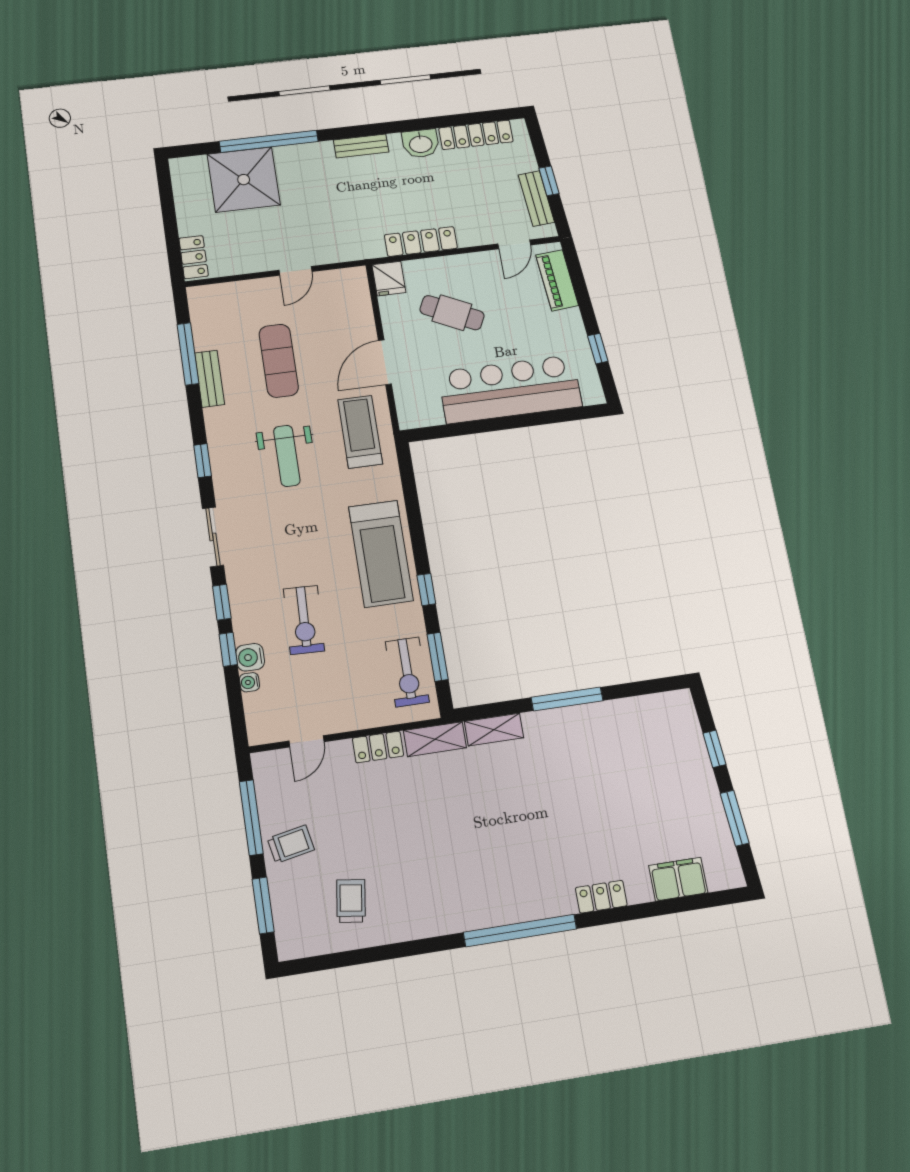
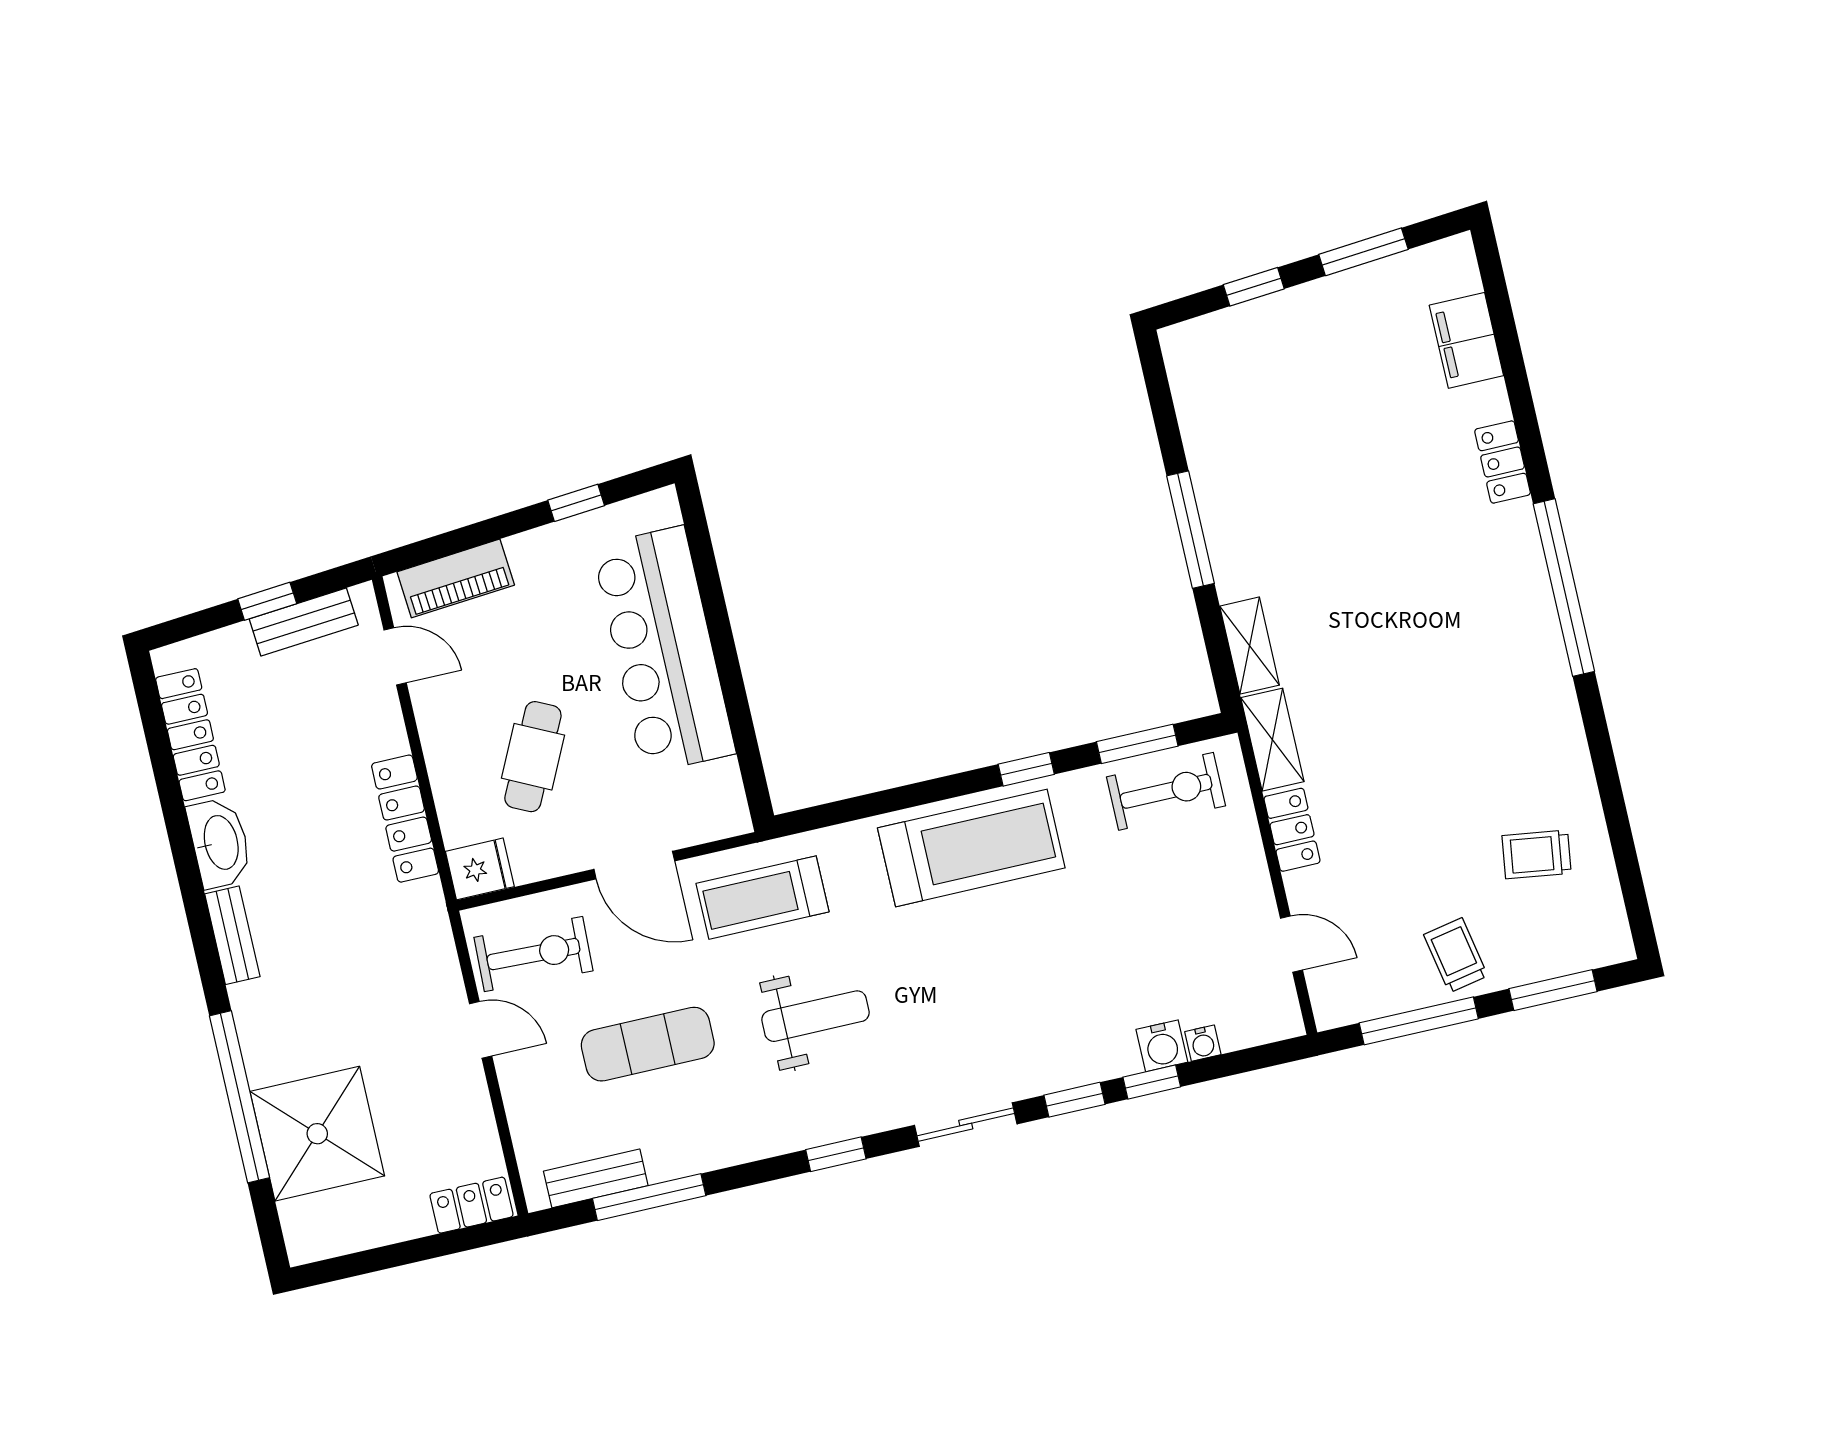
washbasin: (421, 143) -> (220, 843), width x1.38
bench: (210, 379) -> (596, 1178), moved
exercise bike: (304, 620) -> (533, 954), moved

